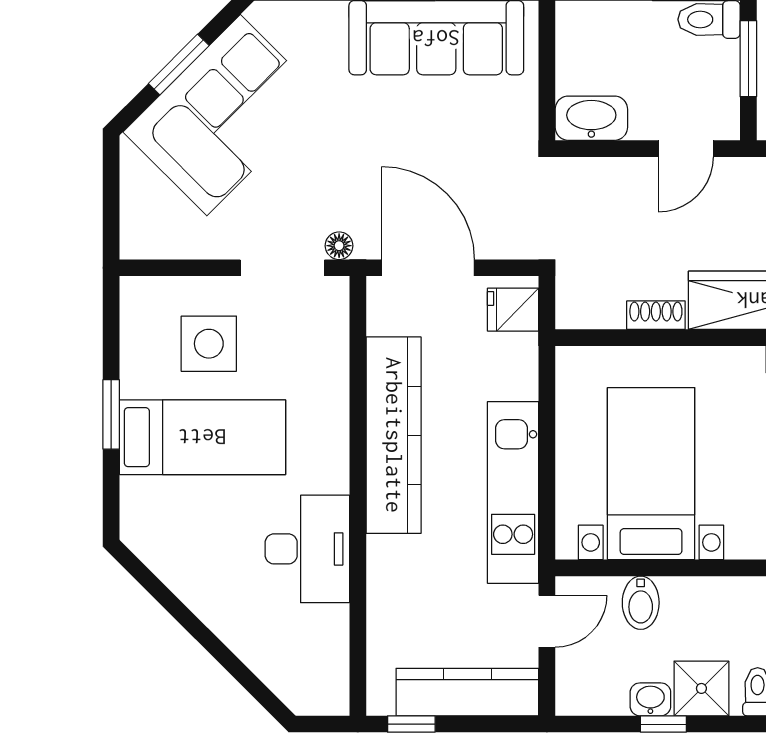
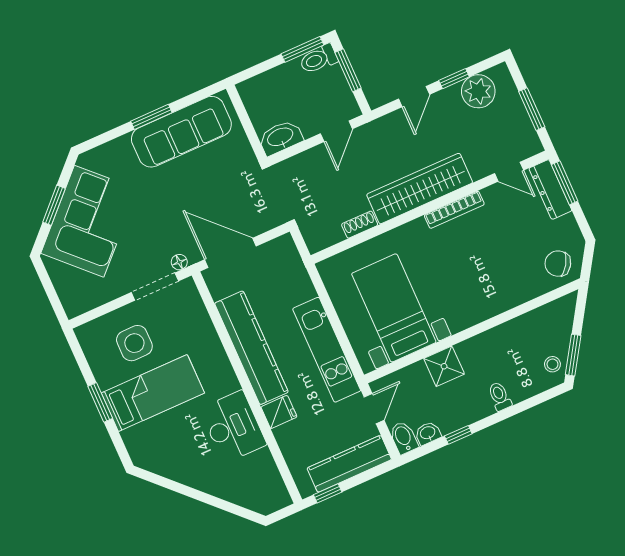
fridge: (513, 310) -> (279, 412), moved, turned 180
bidet: (641, 603) -> (404, 438), moved, turned 180
shower: (701, 688) -> (444, 366), moved
washbasin: (650, 699) -> (428, 433), moved

